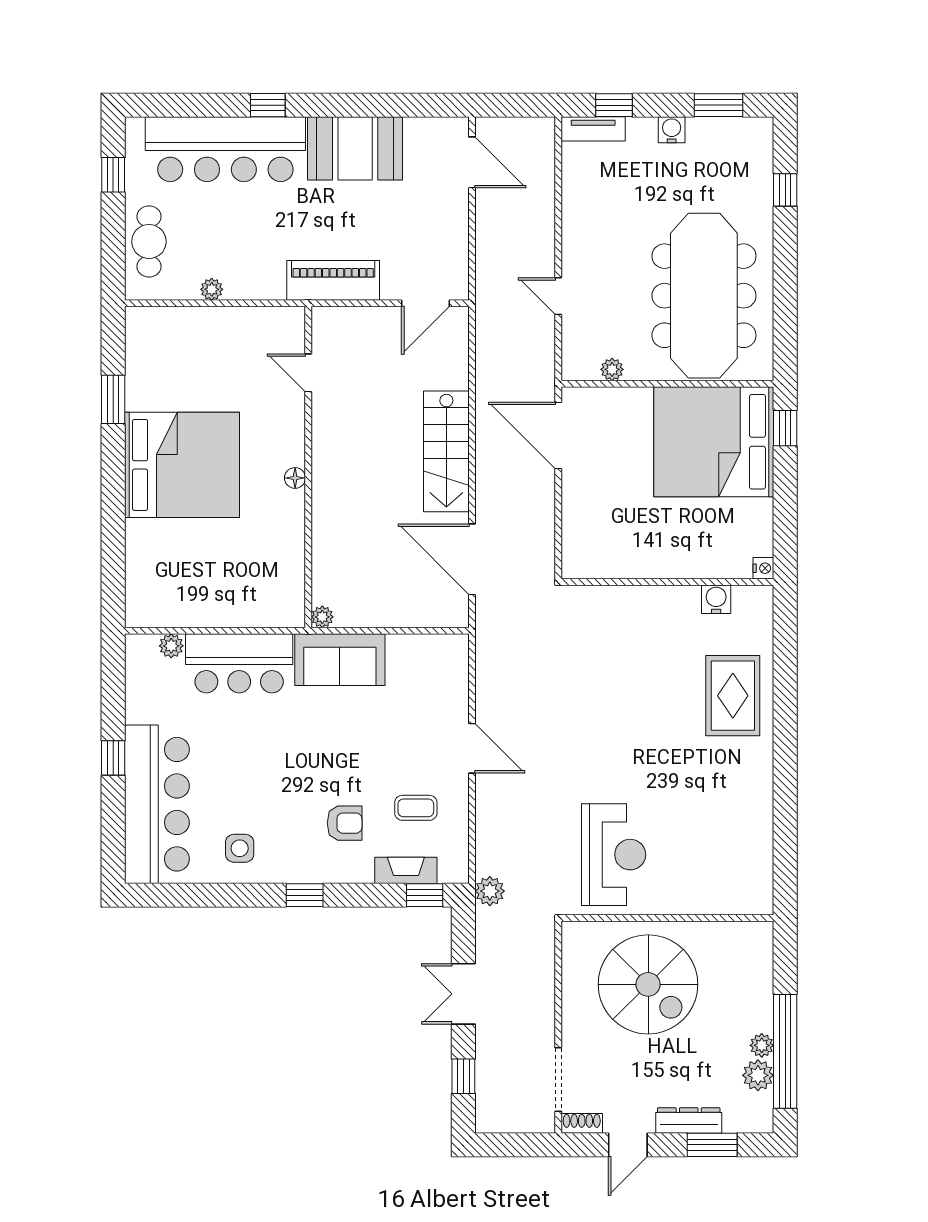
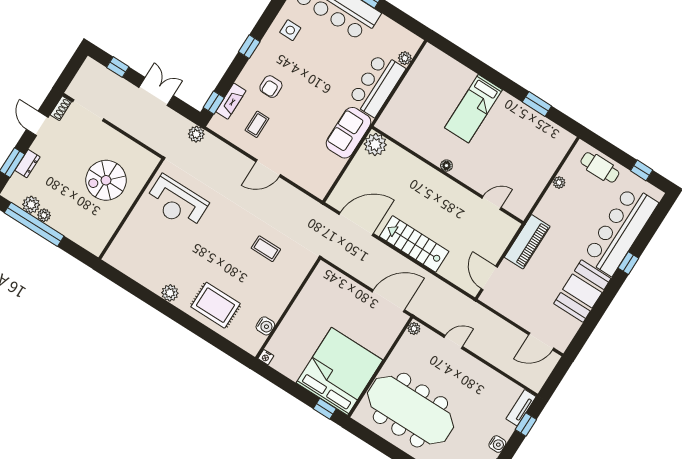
plant: (612, 369) -> (414, 329), moved
bed: (182, 465) -> (473, 109), width x0.49
plant: (322, 617) -> (375, 144), width x1.87, depth x1.87
coffee table: (598, 673) -> (266, 249), added
plant: (758, 777) -> (170, 293), added
spiral stairs: (648, 984) -> (106, 180), width x0.73, depth x0.73
dresser: (689, 1121) -> (28, 164), width x0.70

